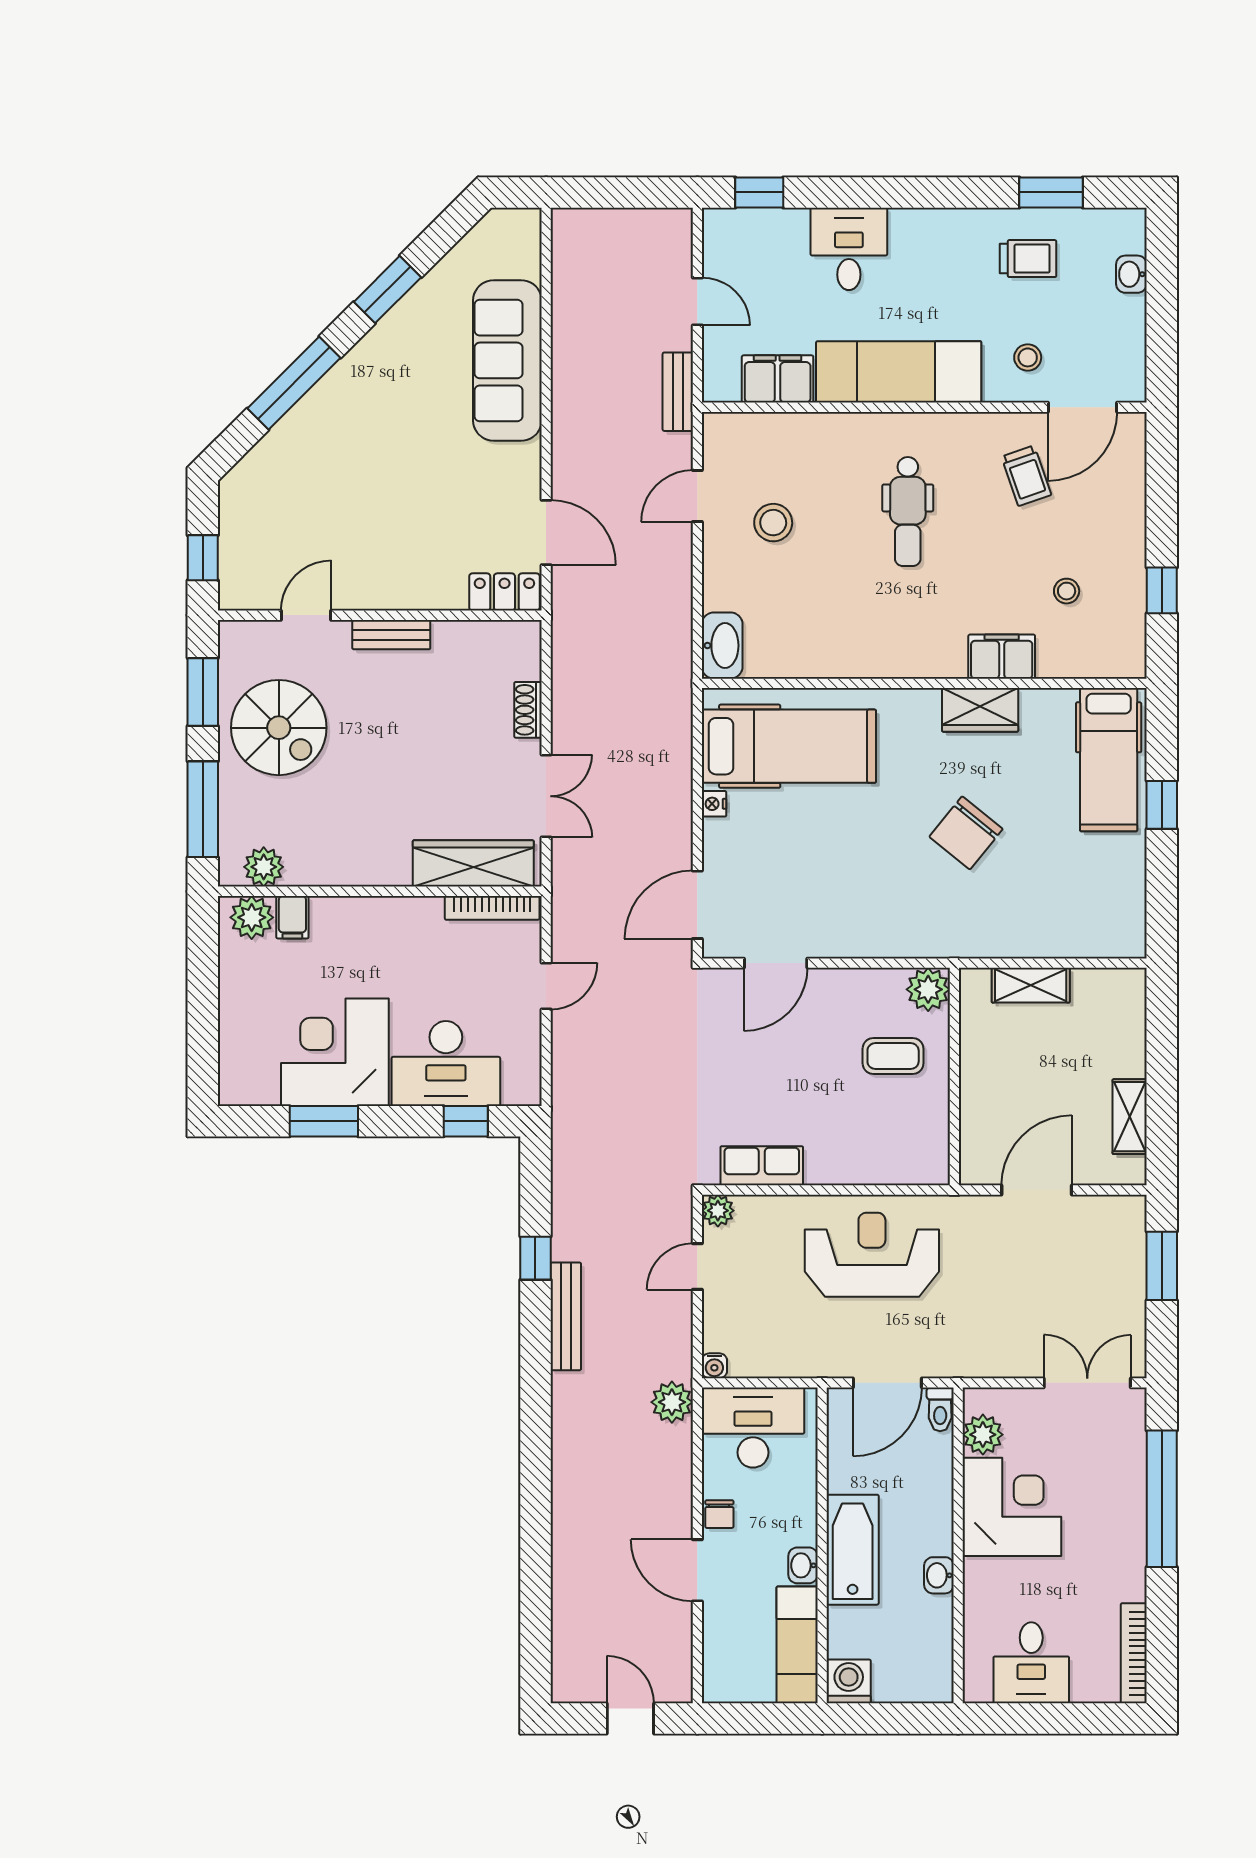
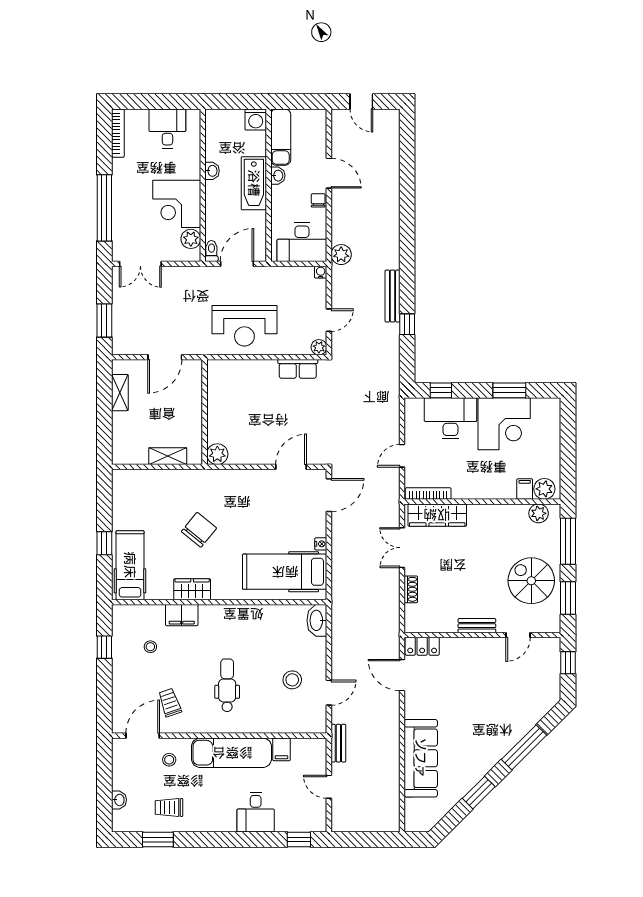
filing cabinet: (778, 379) -> (281, 749), width x0.50
coffee table: (893, 1056) -> (234, 422), removed

